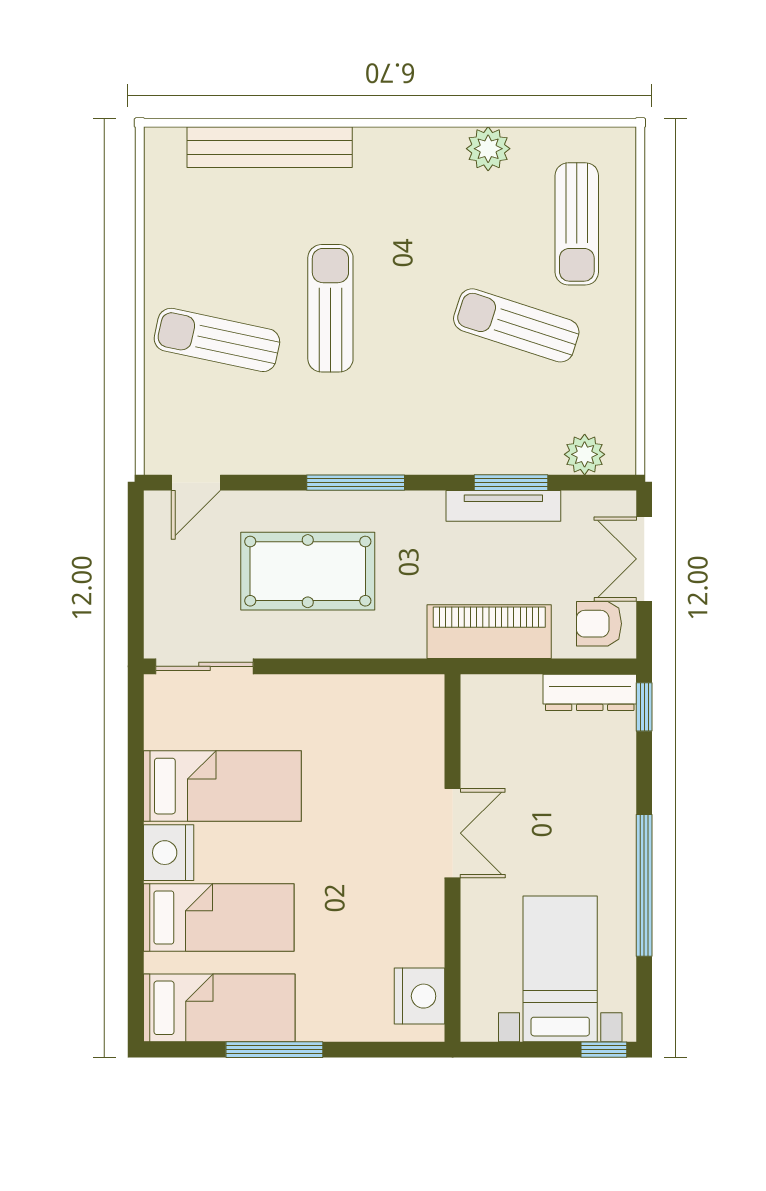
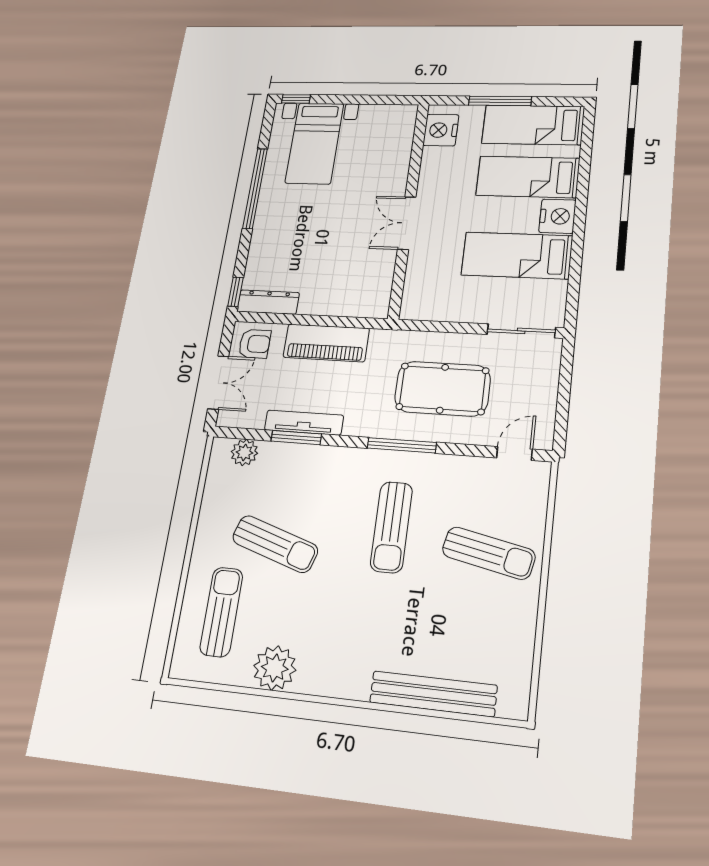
plant: (488, 149) -> (275, 668), width x1.36, depth x1.36
sun lounger: (330, 308) -> (391, 527), moved
double door: (453, 833) -> (407, 223), moved
wall: (453, 858) -> (409, 209), moved
nightstand: (420, 996) -> (441, 130), moved

